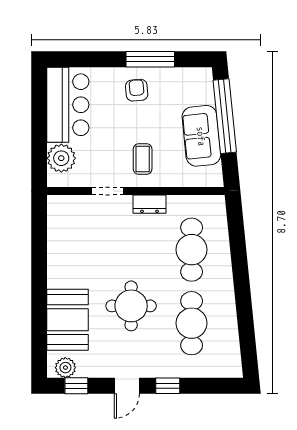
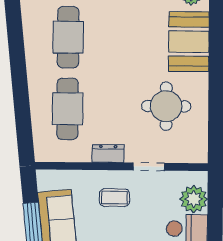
coffee table: (143, 159) -> (114, 198), turned 90
round table: (131, 306) -> (166, 106), moved

